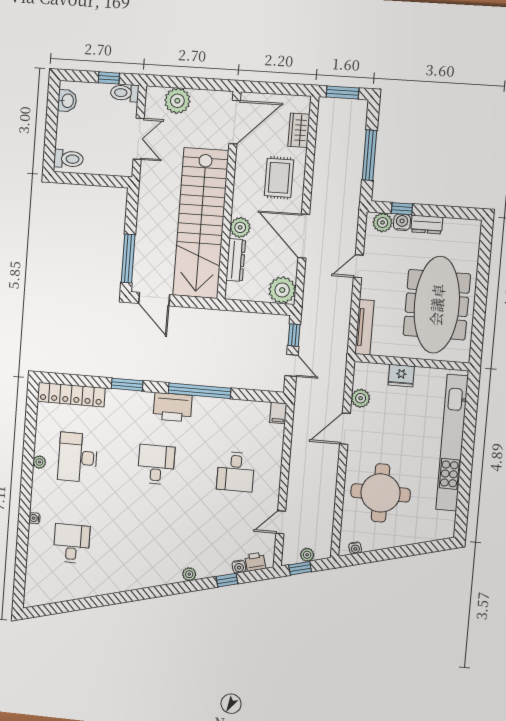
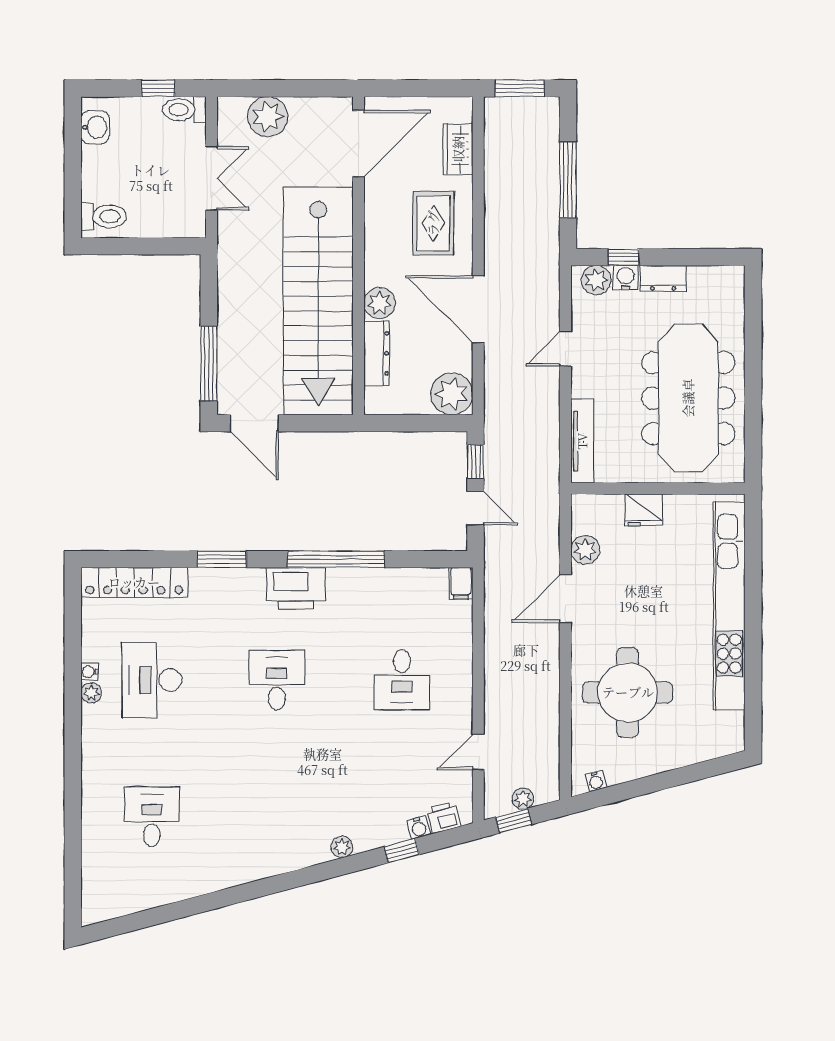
water cooler: (34, 518) -> (90, 672), moved

